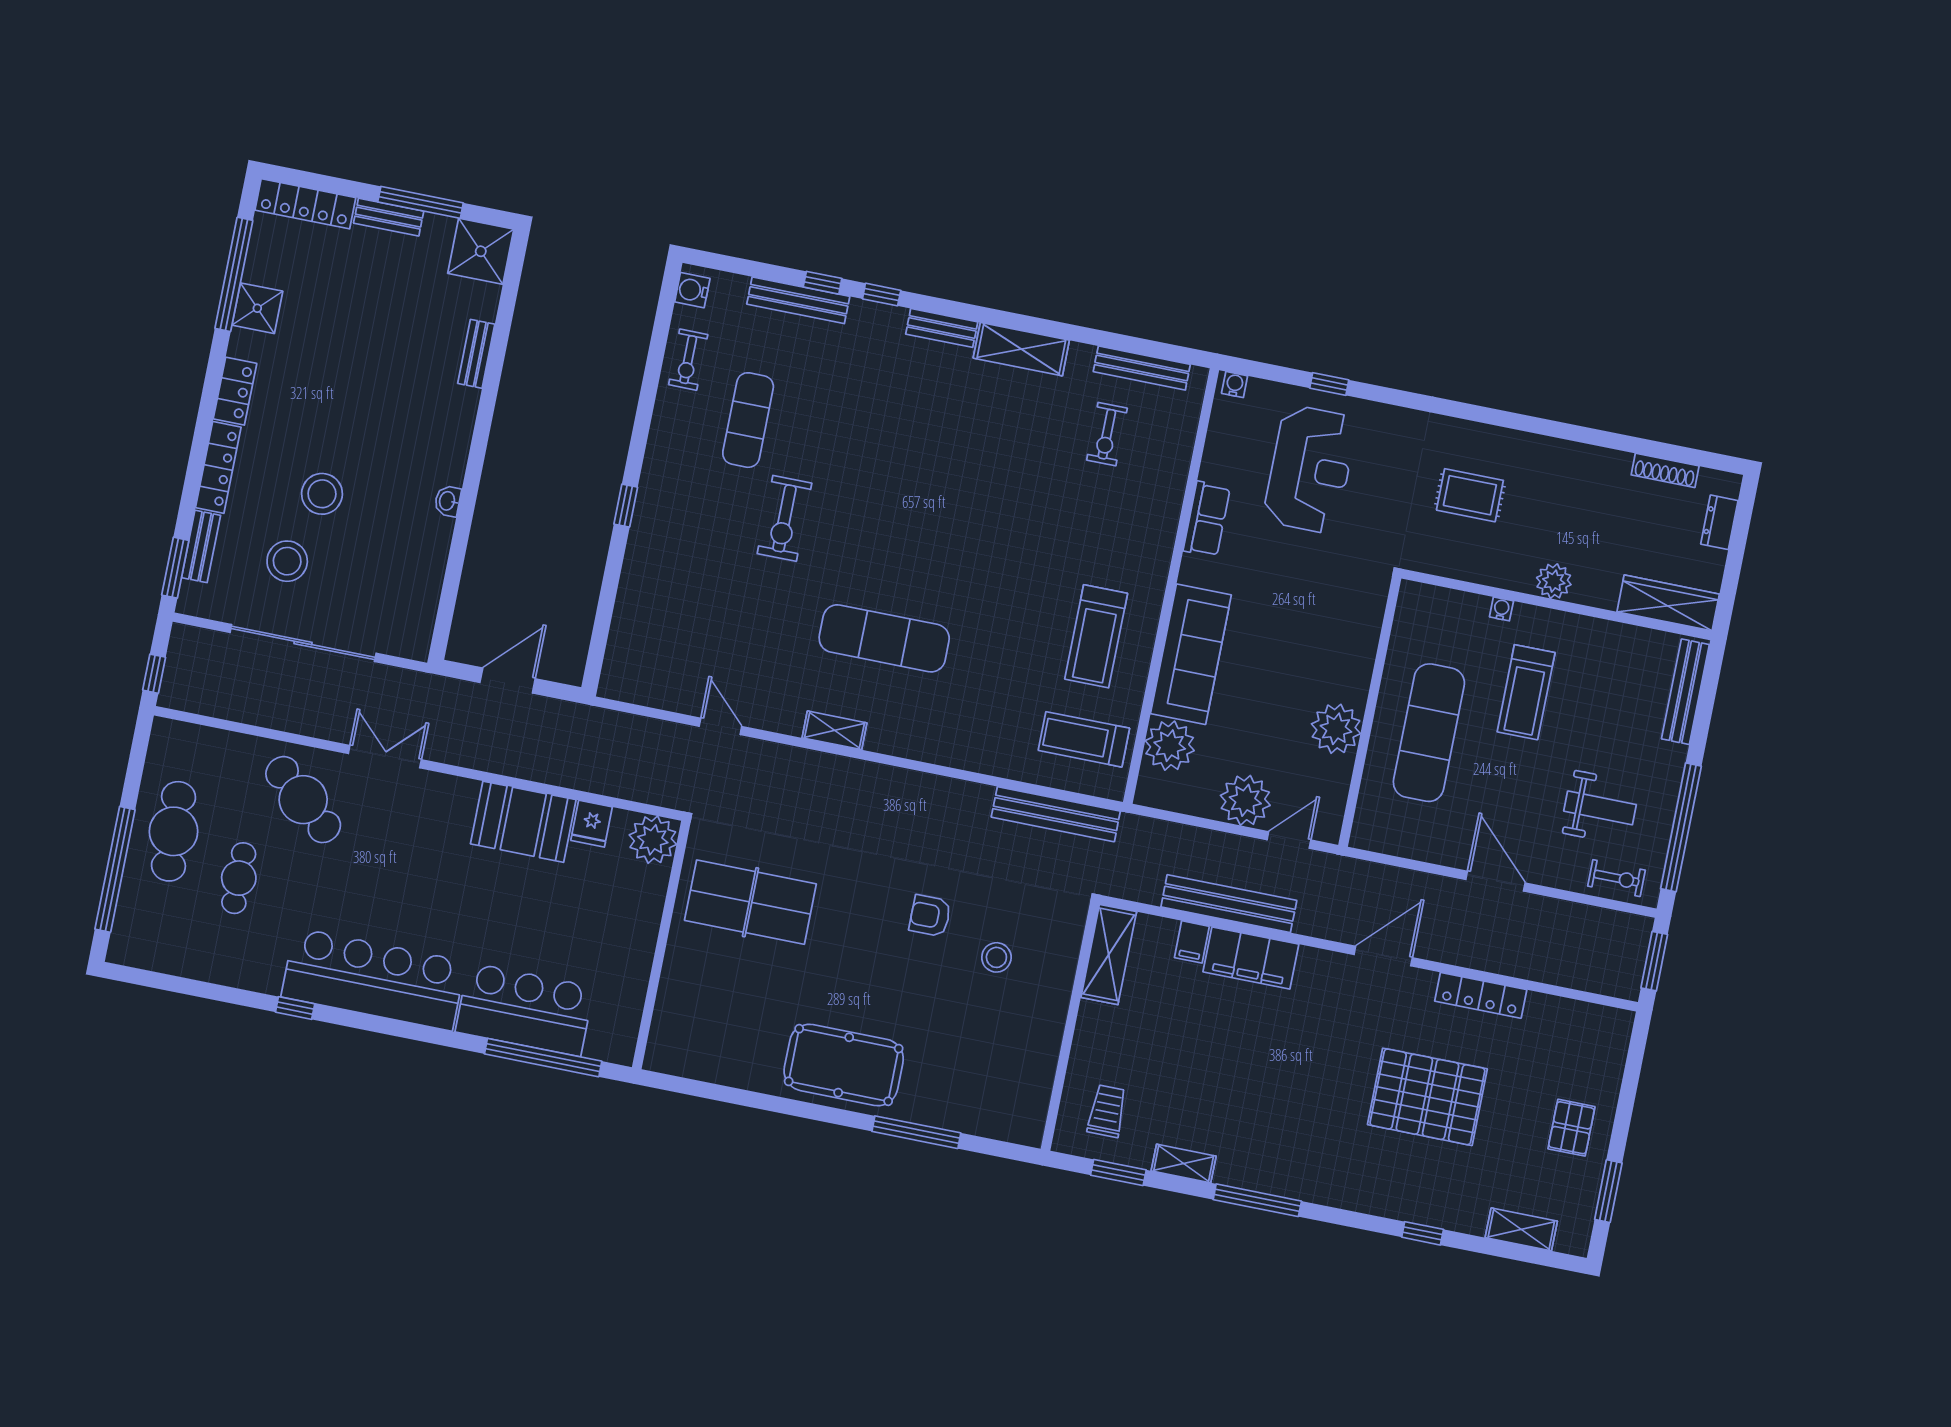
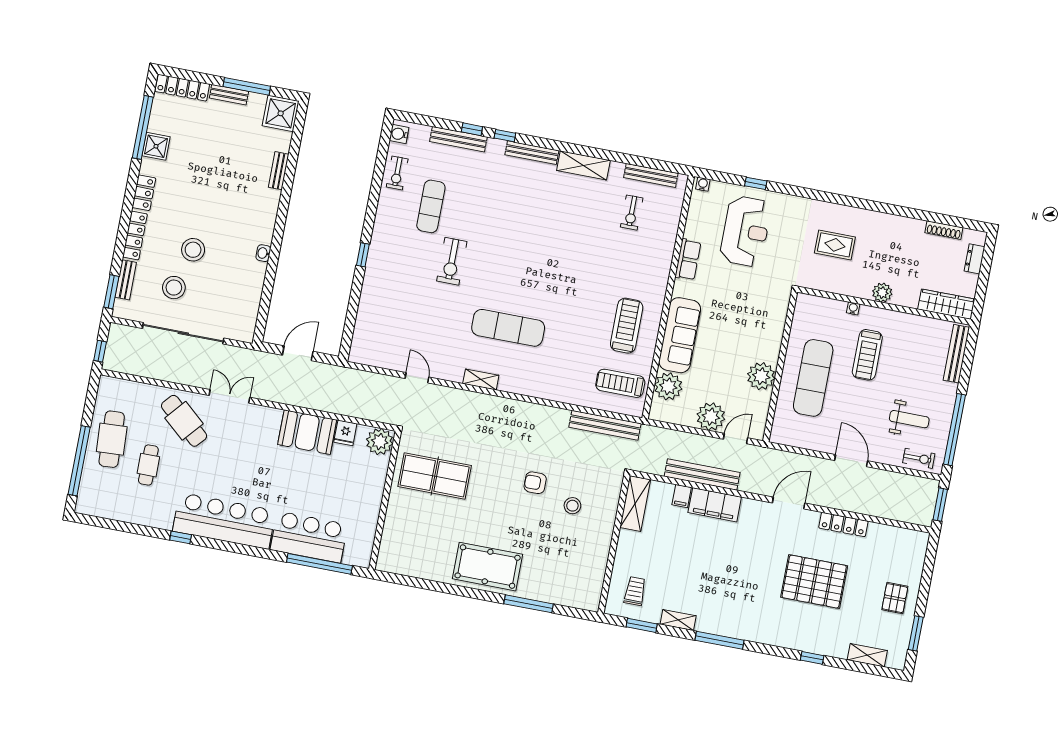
bench: (942, 328) -> (532, 153), width x1.36
treadmill: (1096, 636) -> (627, 326), turned 180

